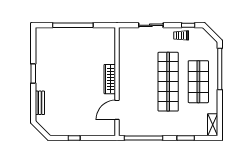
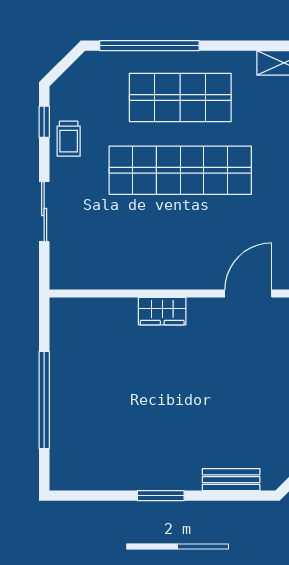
wardrobe: (110, 79) -> (162, 311), width x0.67
door: (117, 110) -> (248, 294), swing flipped

